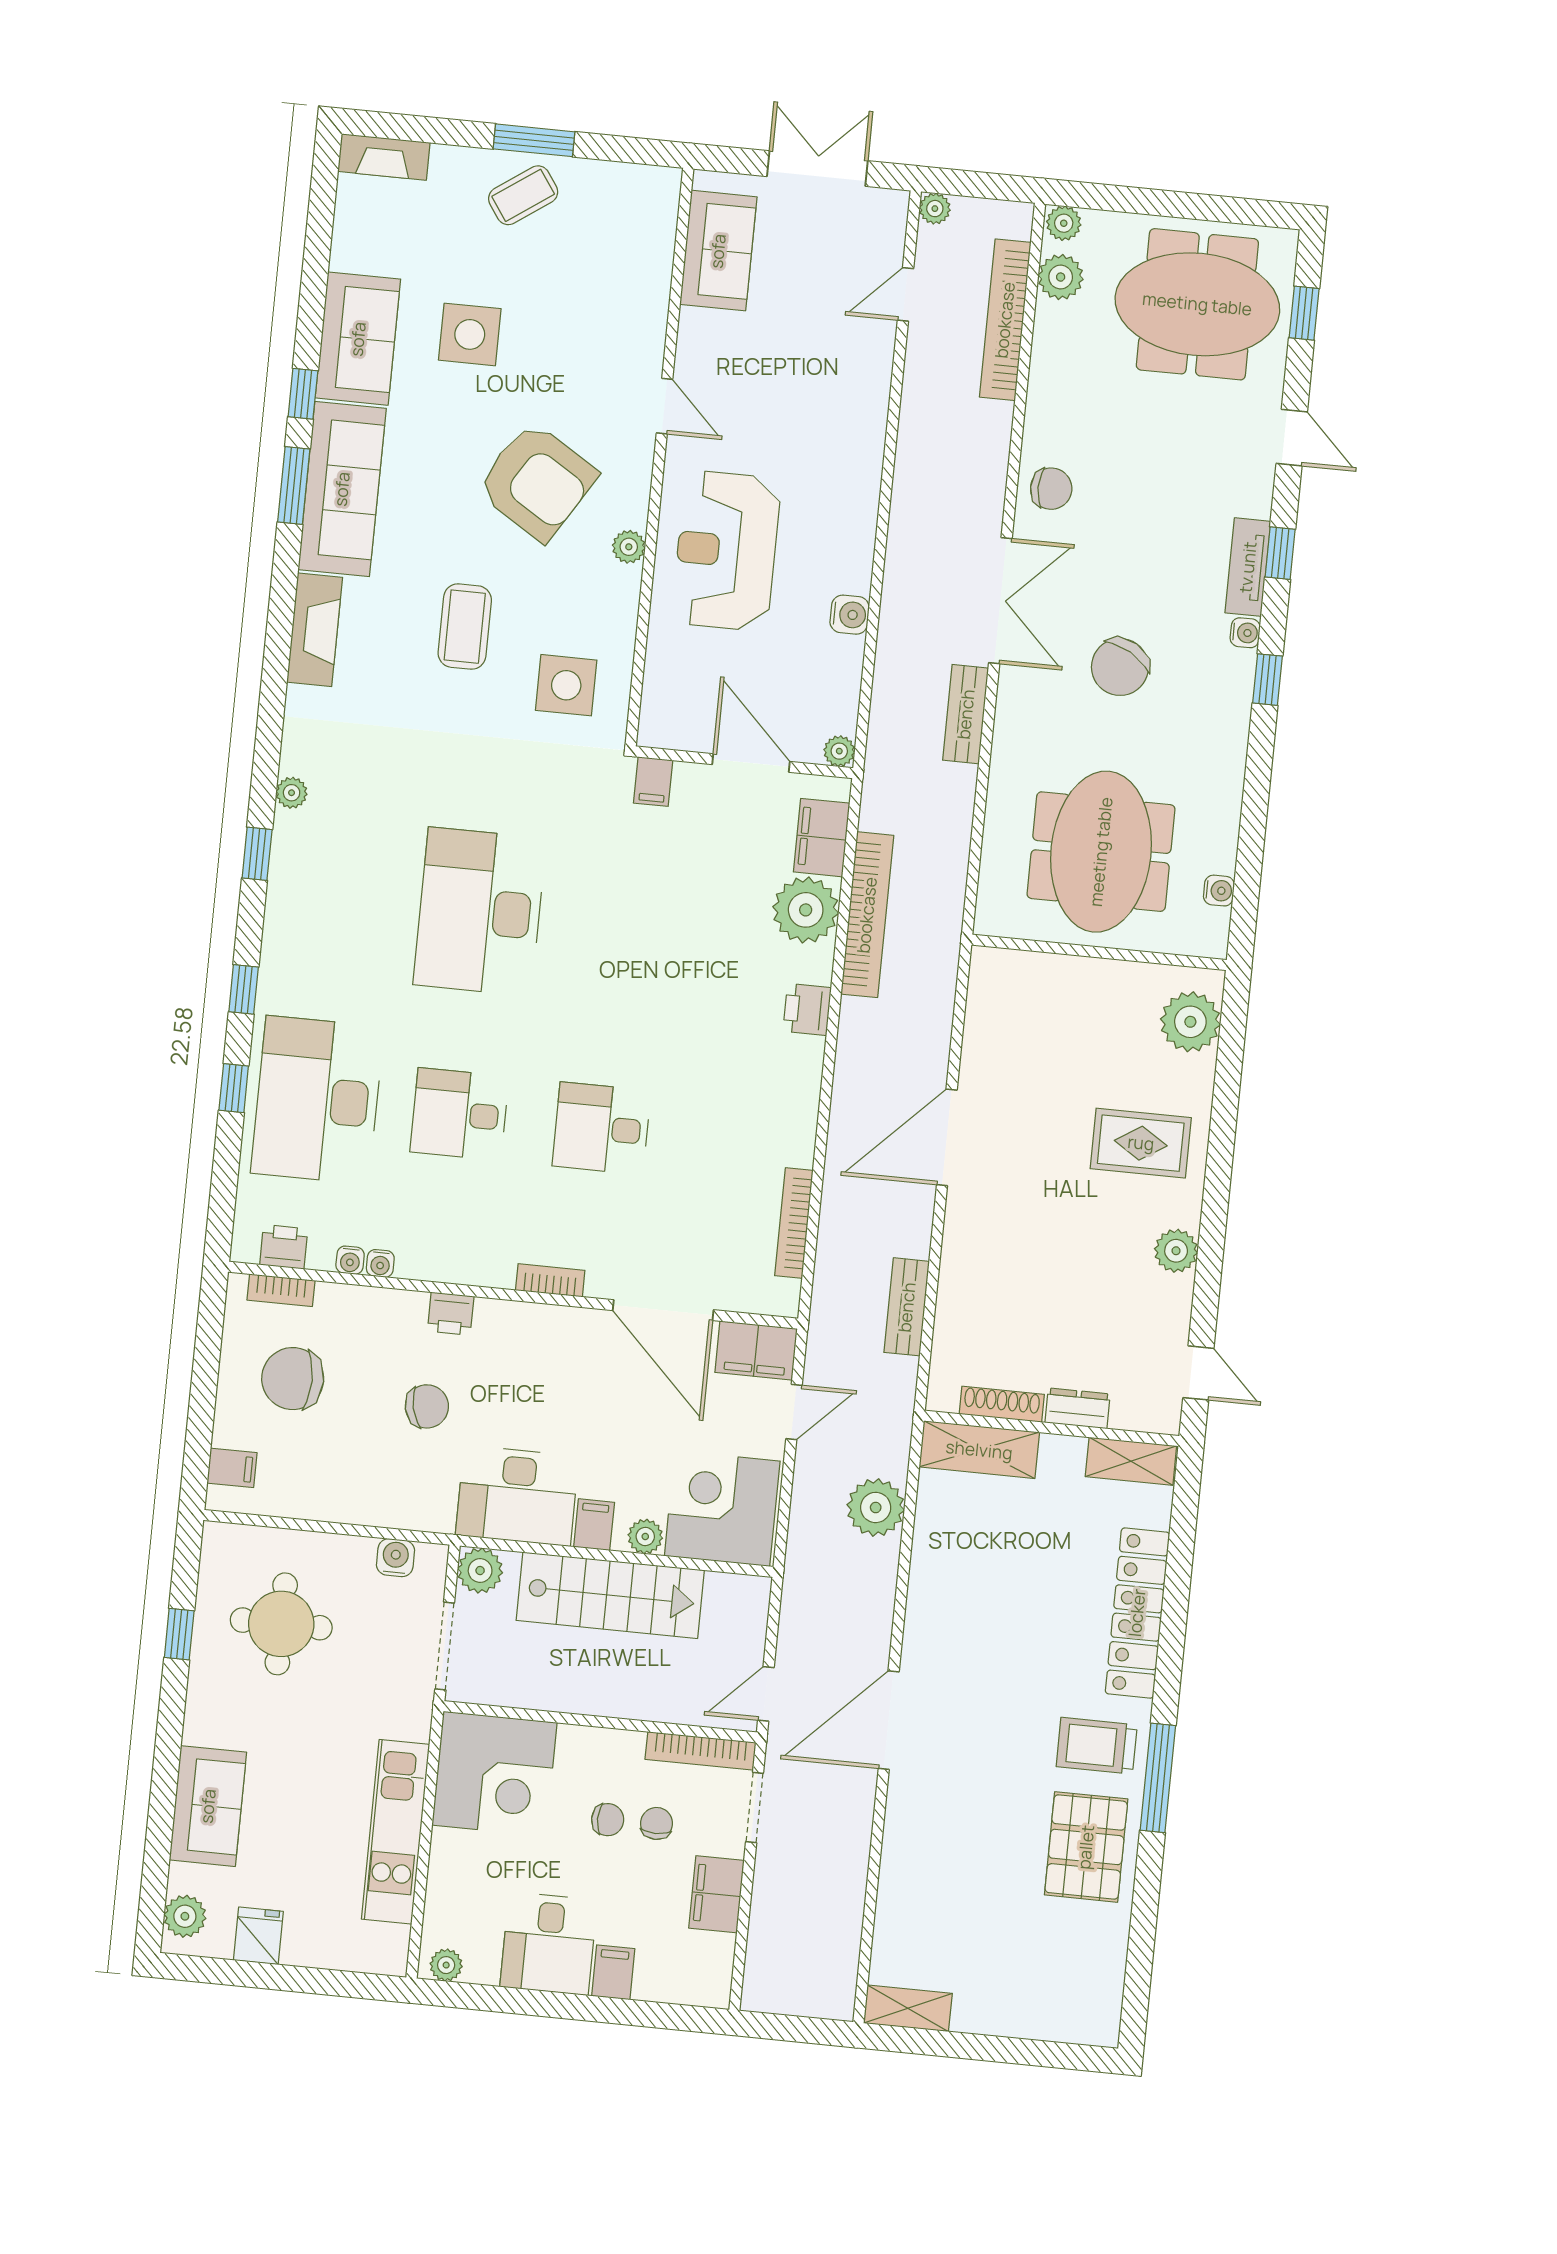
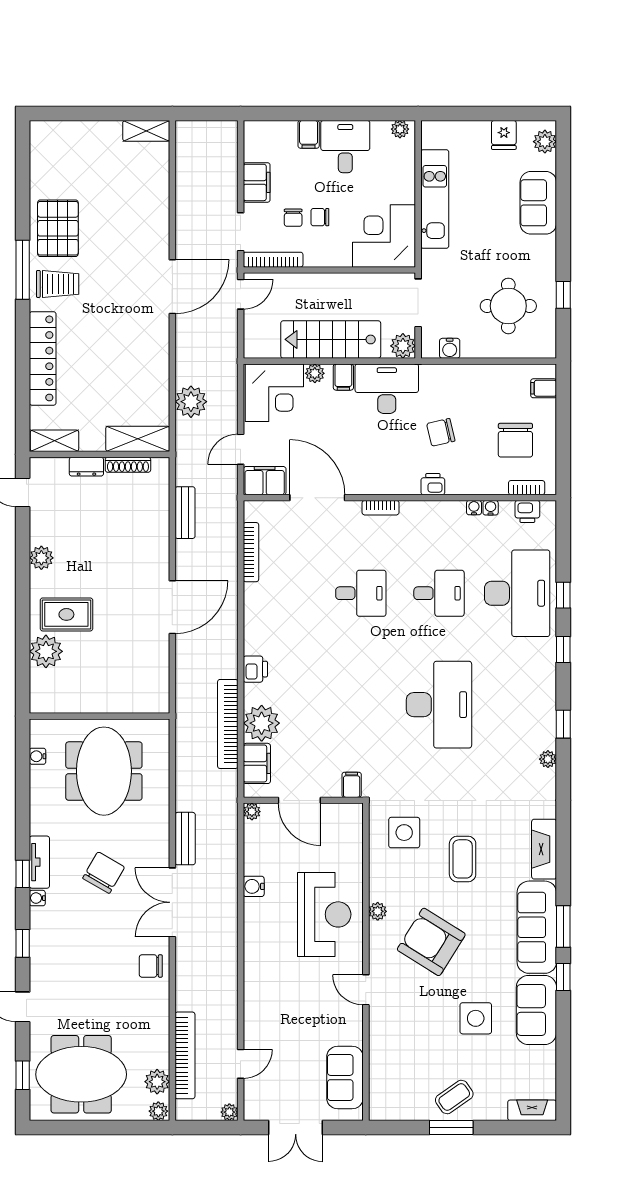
tv unit: (1248, 567) -> (39, 862), moved
plant: (1190, 1022) -> (46, 651), moved
chair: (293, 1379) -> (515, 440), turned 90

